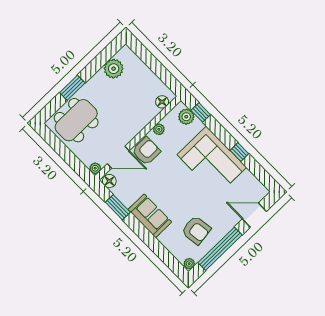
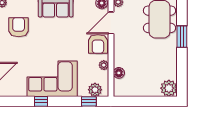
plant: (114, 69) -> (169, 88), moved
floor lamp: (162, 102) -> (119, 73), moved
armchair: (196, 230) -> (19, 27), turned 98

